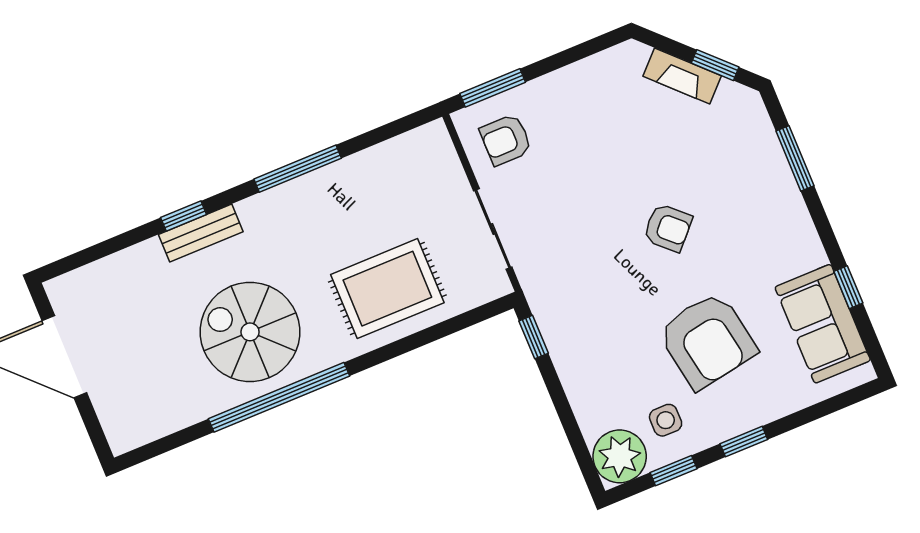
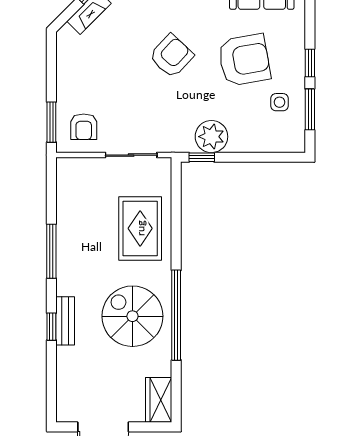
armchair: (668, 228) -> (171, 56), width x1.38, depth x1.38
spiral stairs: (250, 332) -> (132, 316), turned 90
wardrobe: (140, 424) -> (159, 400), added
plant: (620, 456) -> (211, 137), moved
window: (674, 471) -> (310, 109), width x1.50

